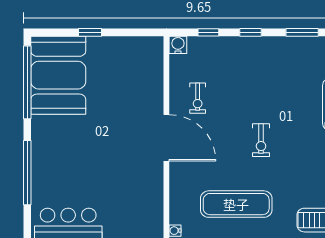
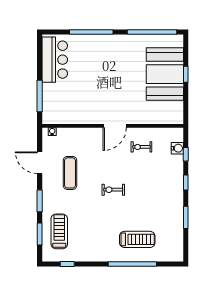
water cooler: (178, 45) -> (177, 148), moved
booth: (58, 75) -> (165, 74), moved, turned 90
door: (166, 138) -> (115, 126), width x0.73
exercise mat: (236, 204) -> (70, 173), width x0.73, depth x0.69

